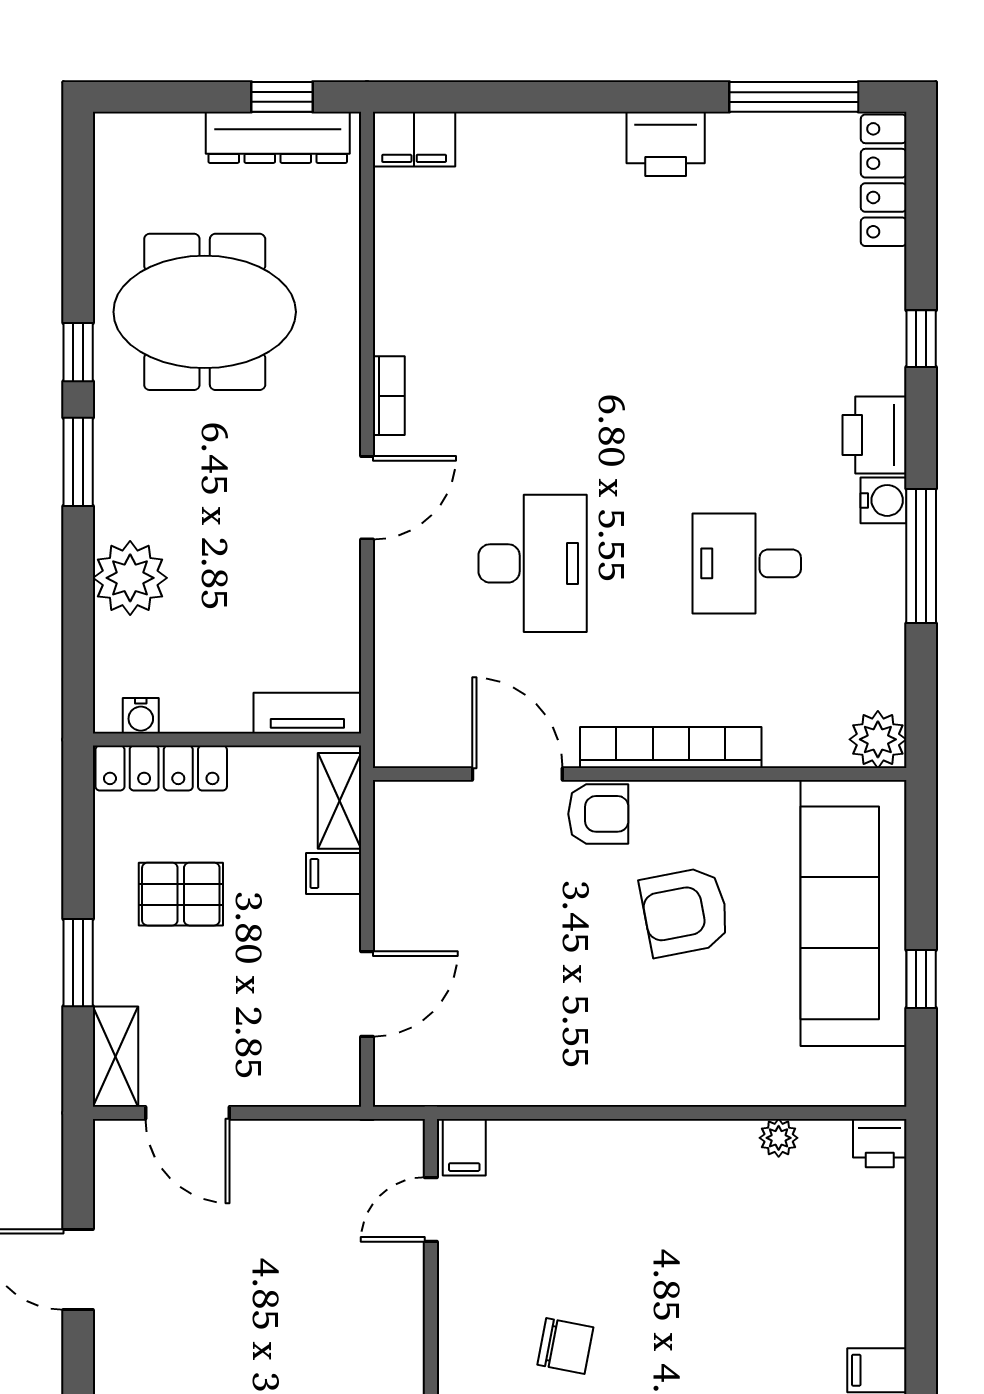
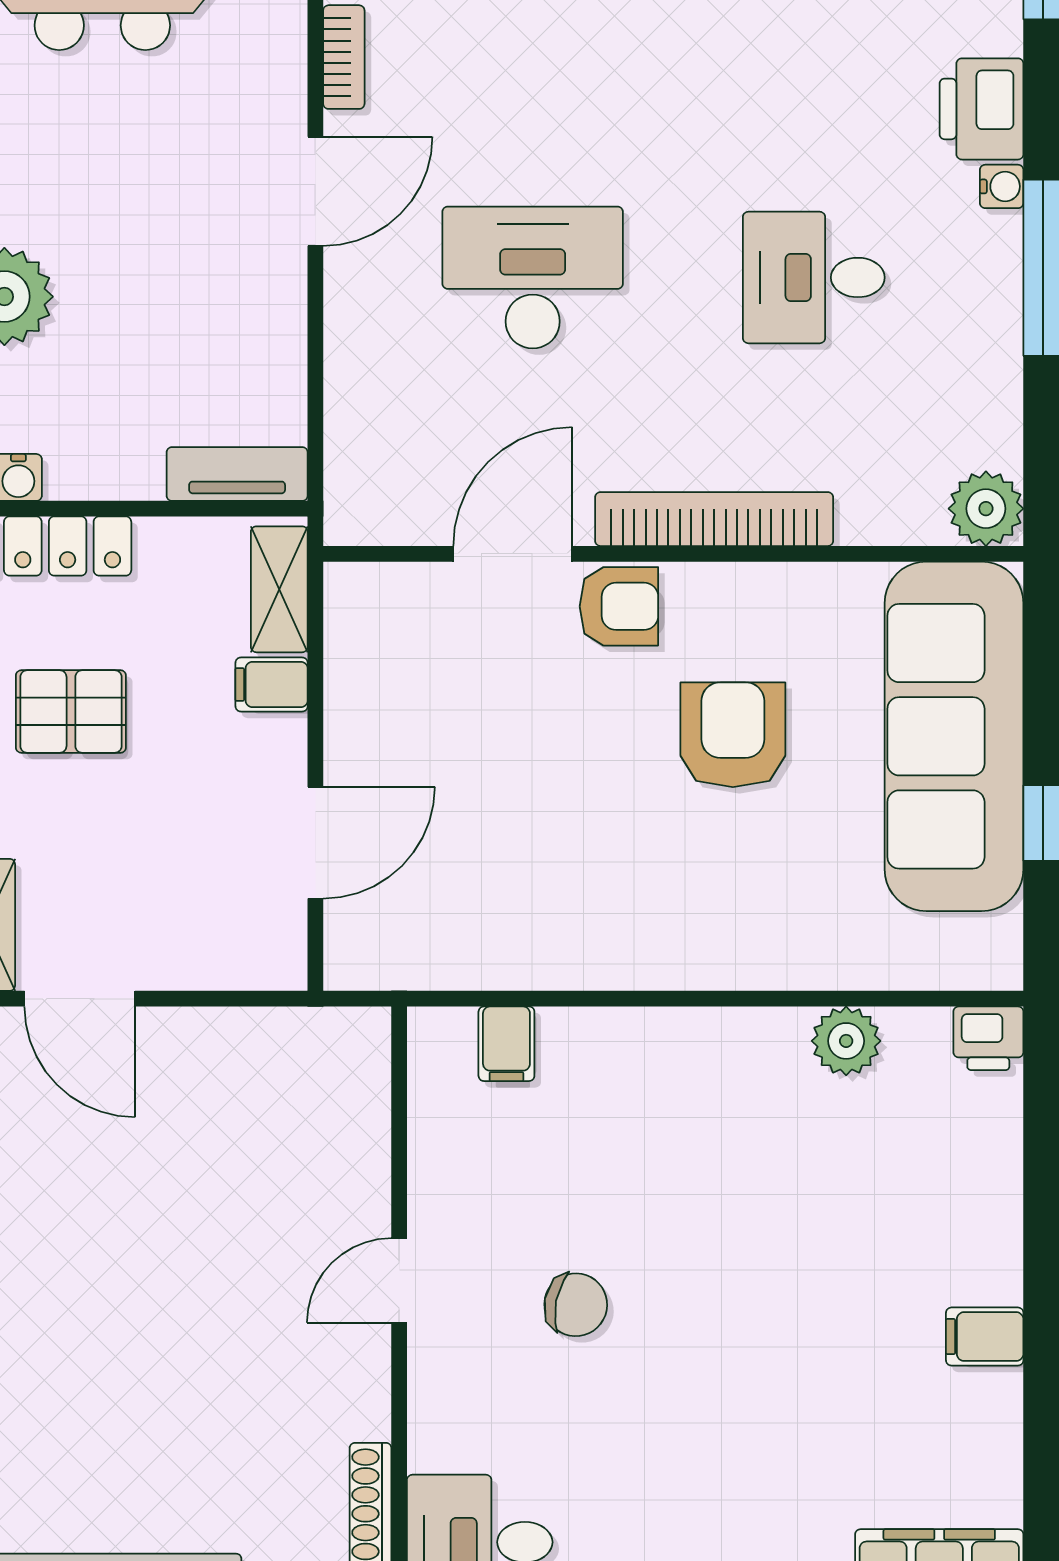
water cooler: (883, 500) -> (1002, 186), width x0.72, depth x0.72
desk: (533, 563) -> (533, 277), turned -90
door: (517, 774) -> (513, 554), hinge flipped
armchair: (685, 912) -> (733, 735), turned 101
plant: (779, 1138) -> (846, 1041), width x1.38, depth x1.38
filing cabinet: (464, 1147) -> (506, 1044), moved
door: (431, 1209) -> (399, 1280), moved

